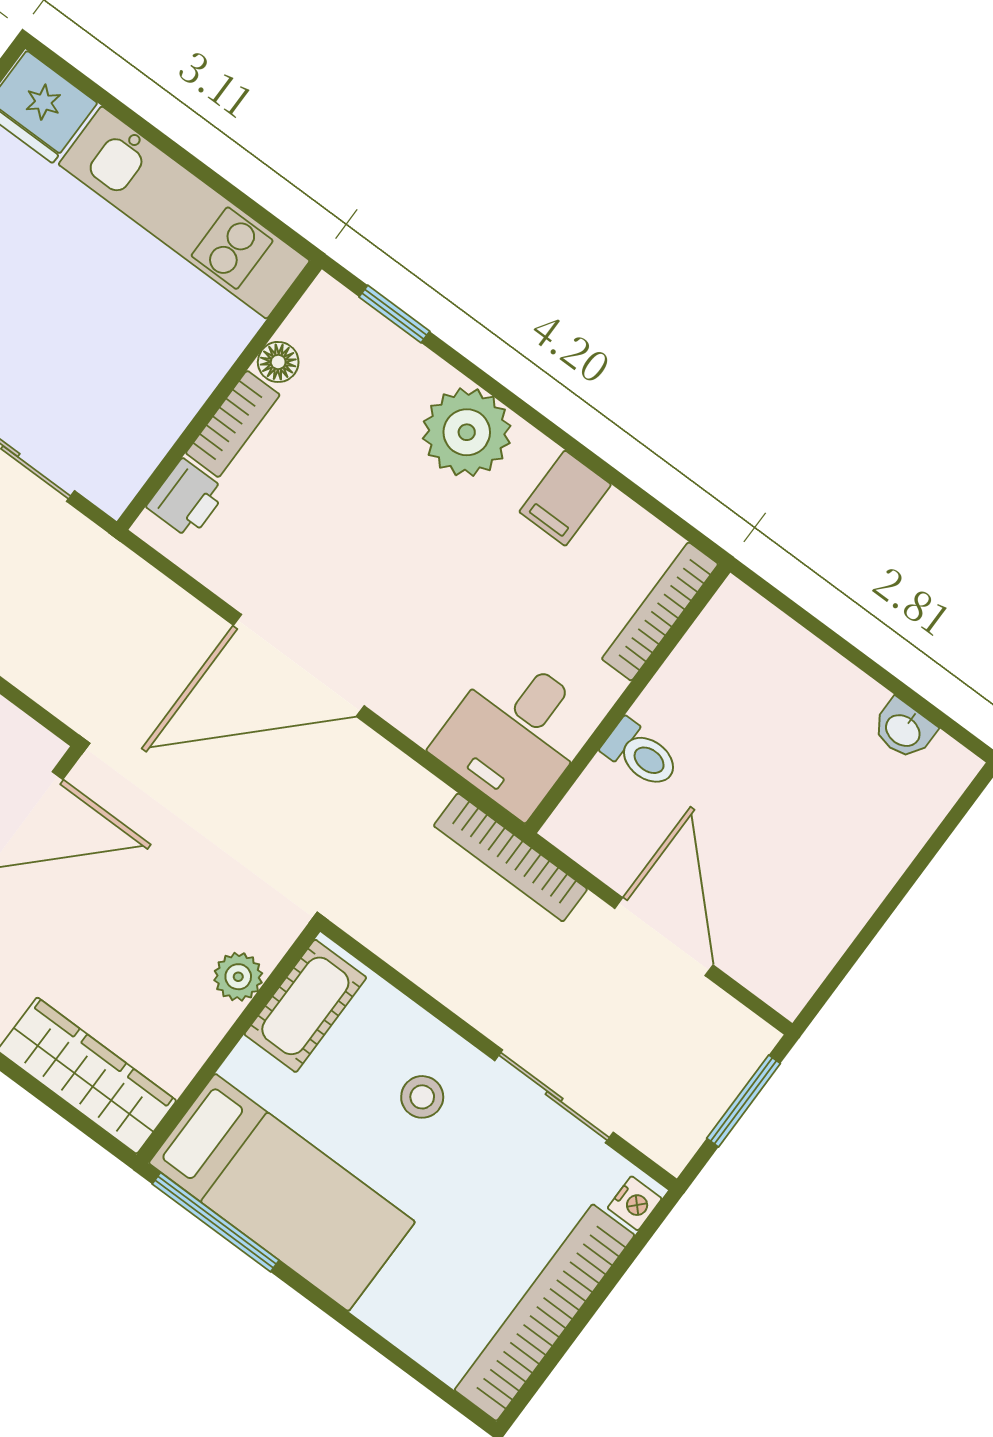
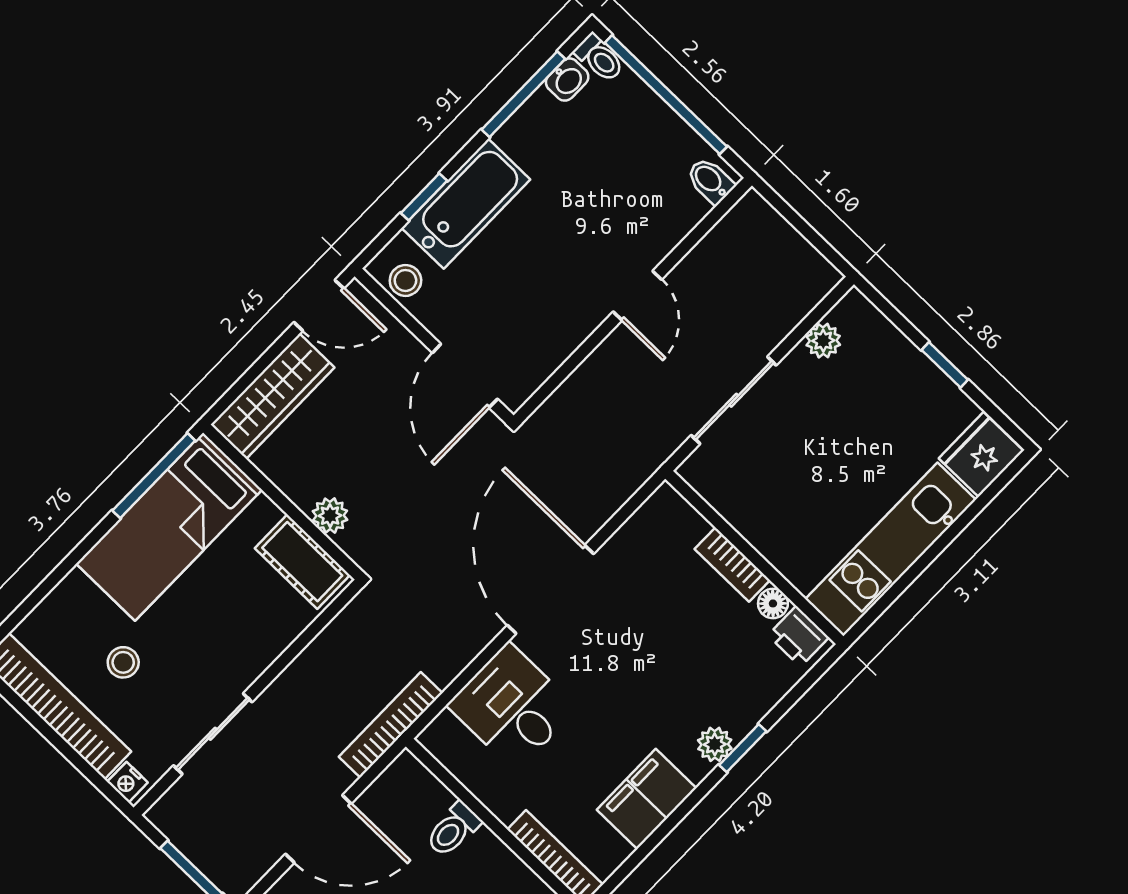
window: (394, 314) -> (743, 748), moved
plant: (467, 432) -> (715, 744), width x0.53, depth x0.53
filing cabinet: (565, 498) -> (647, 799), width x2.00
printer: (187, 499) -> (798, 636), moved
desk: (515, 734) -> (512, 707), moved
stool: (422, 1097) -> (123, 662), moved

